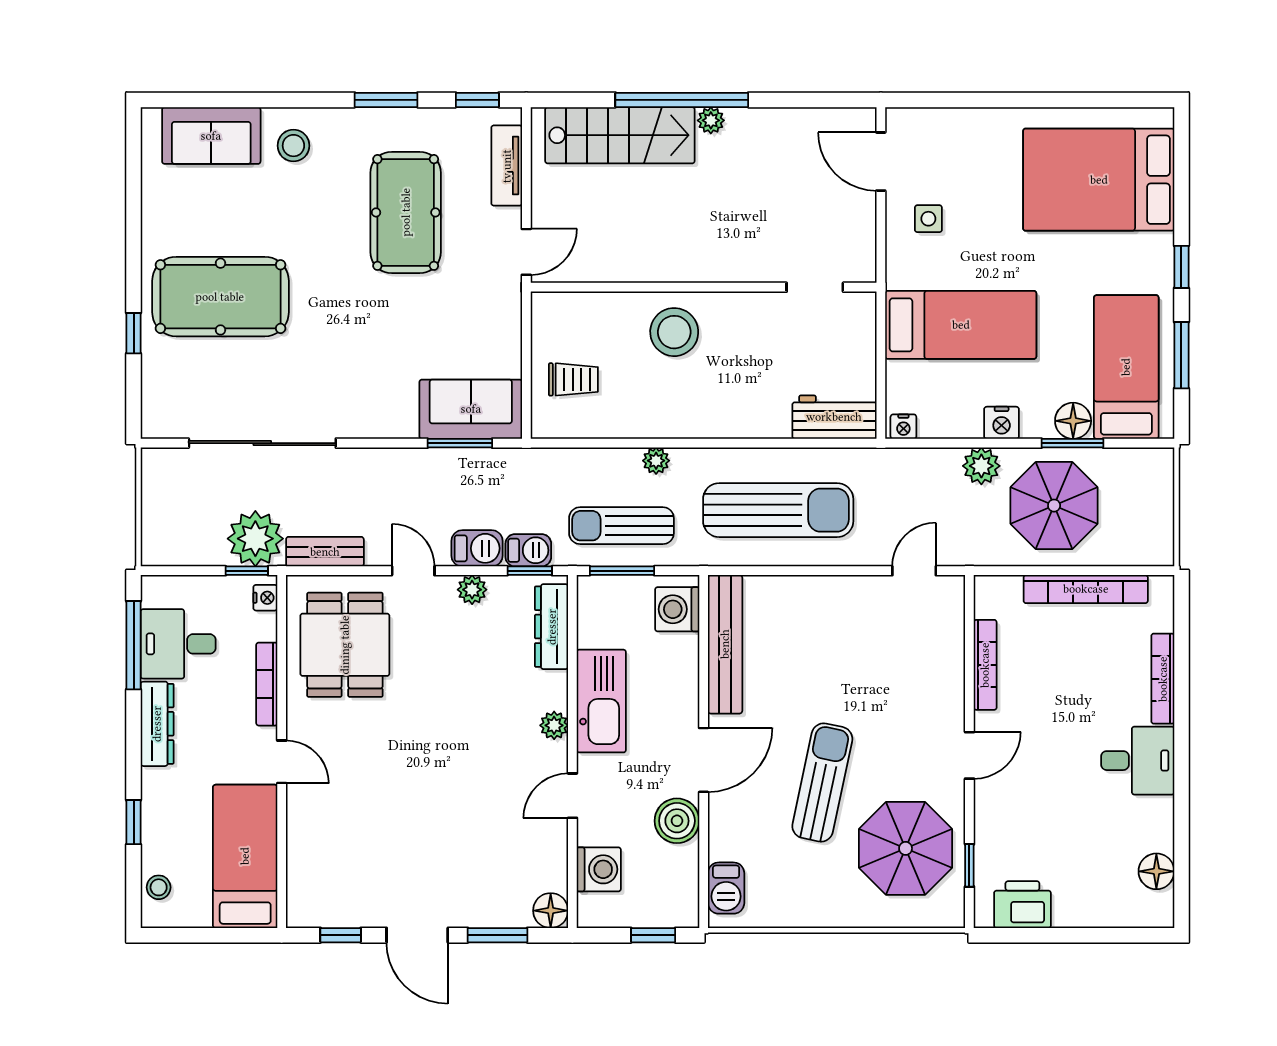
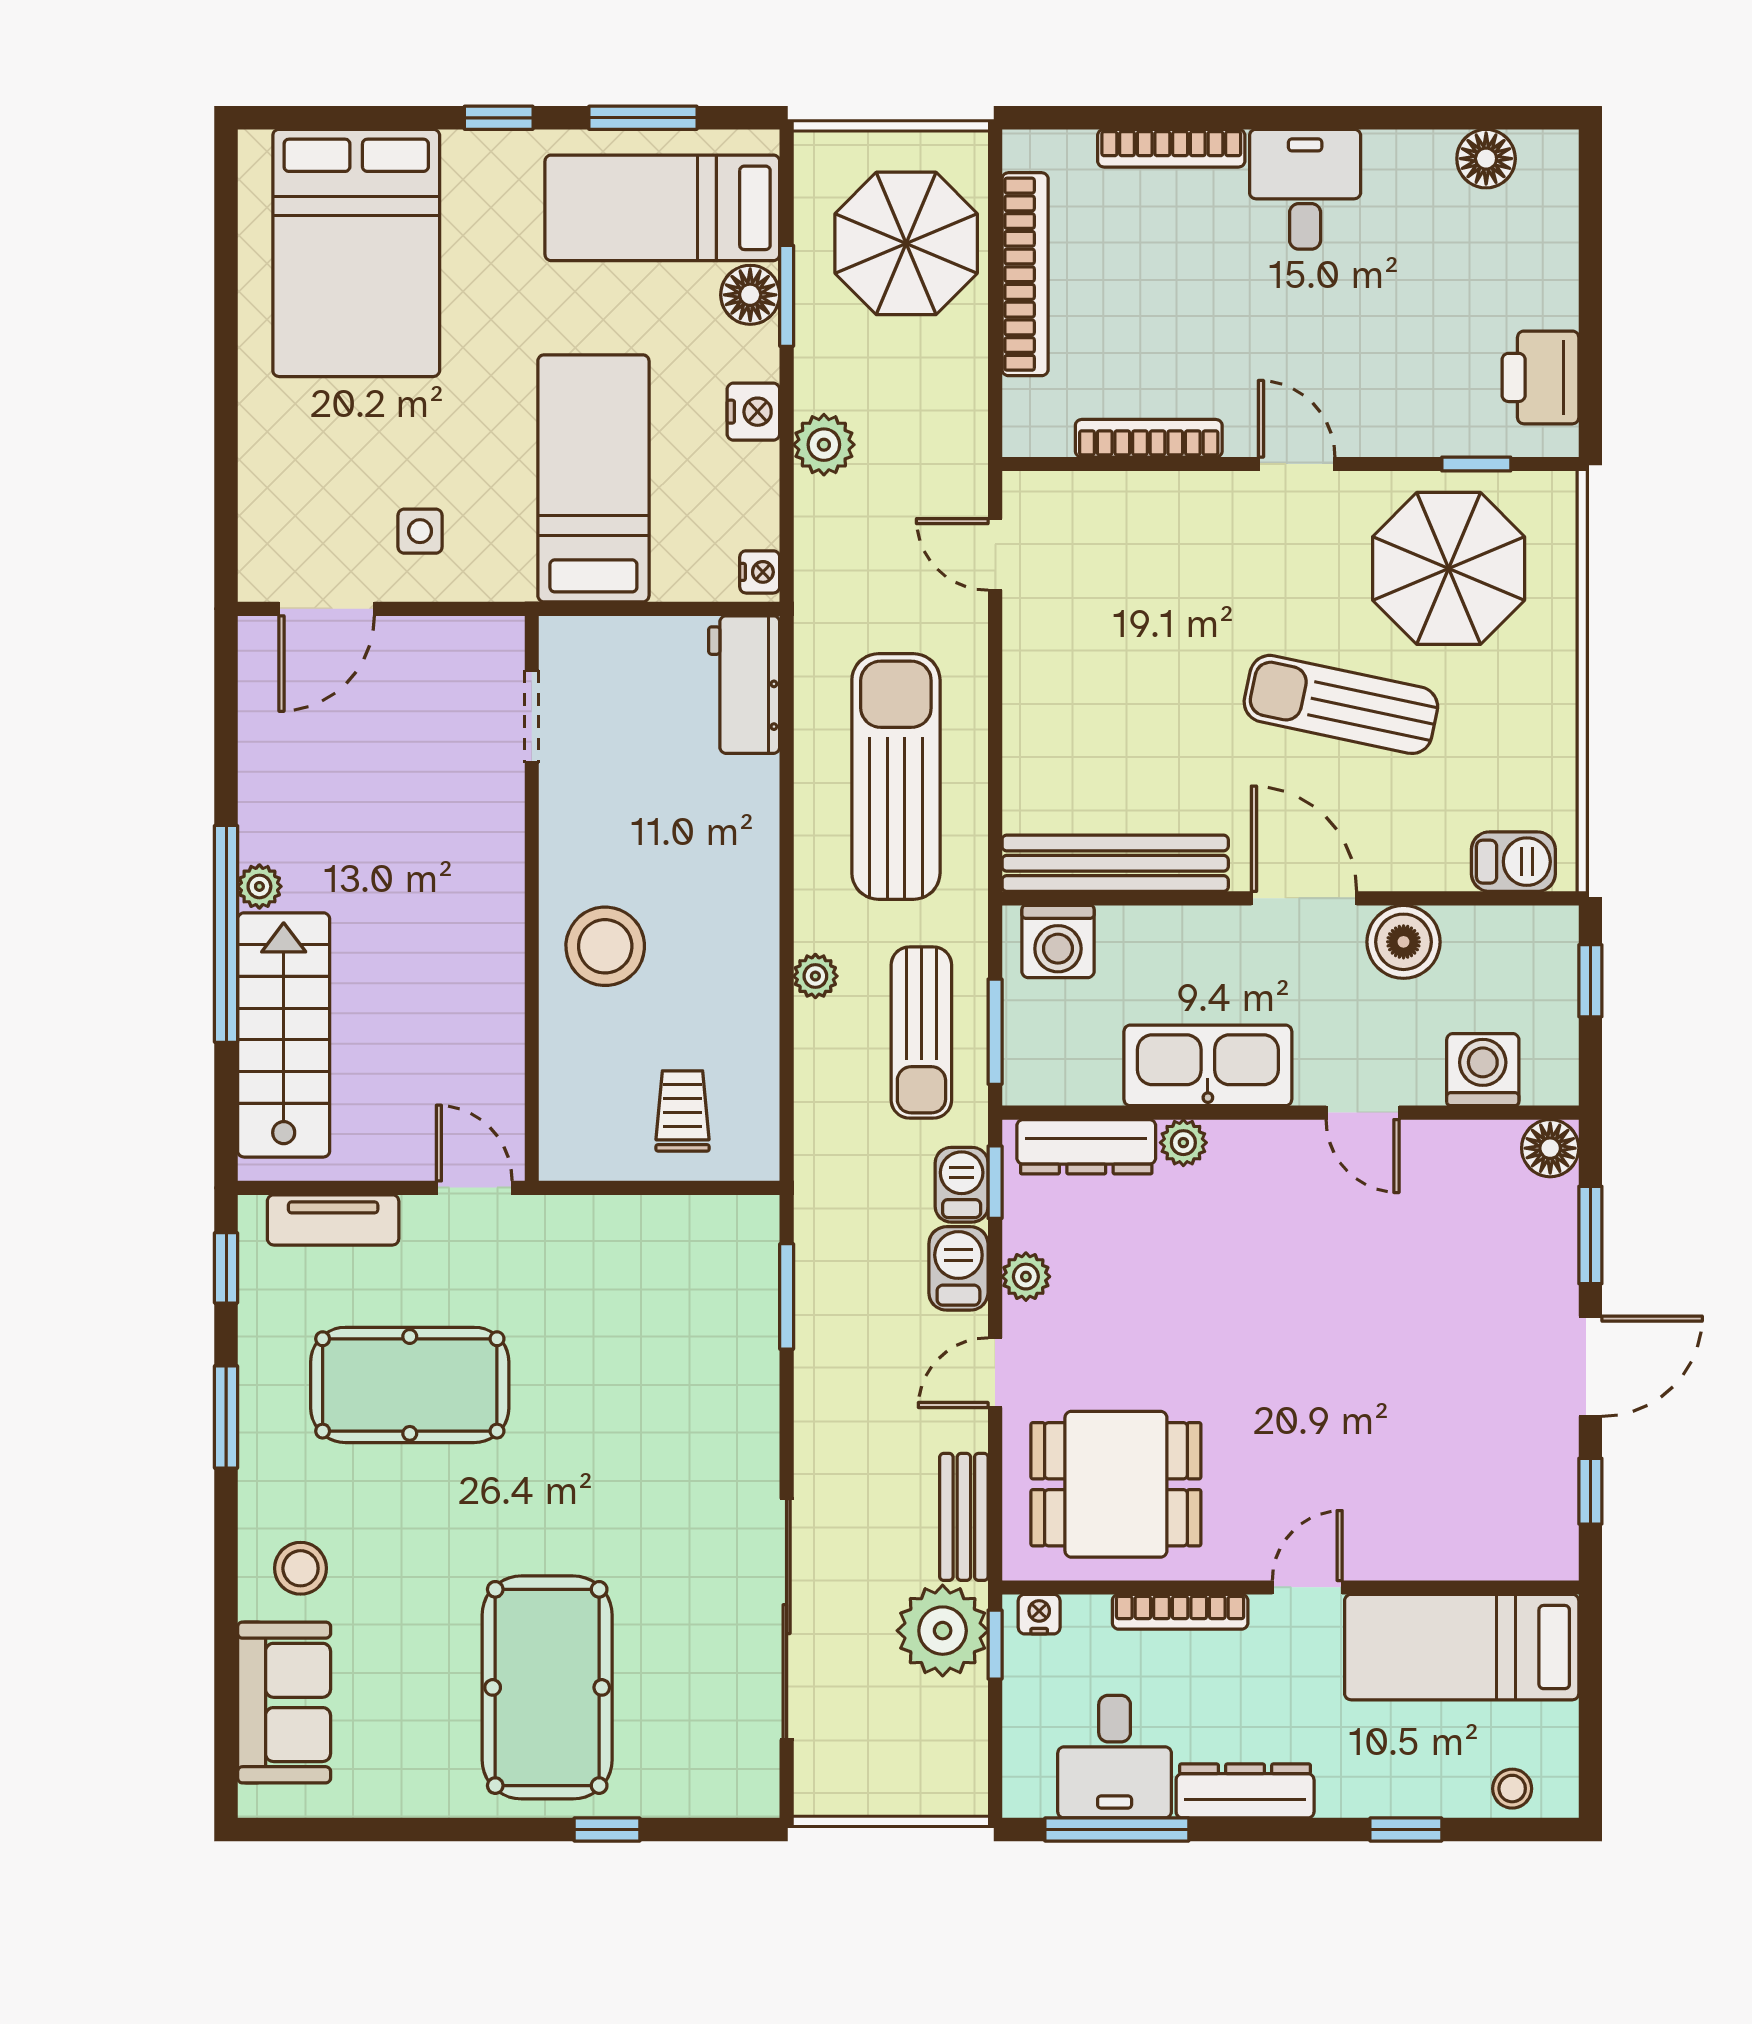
sofa: (471, 409) -> (731, 1279), removed
parasol: (1054, 506) -> (906, 243), moved
plant: (554, 725) -> (1183, 1143), moved

